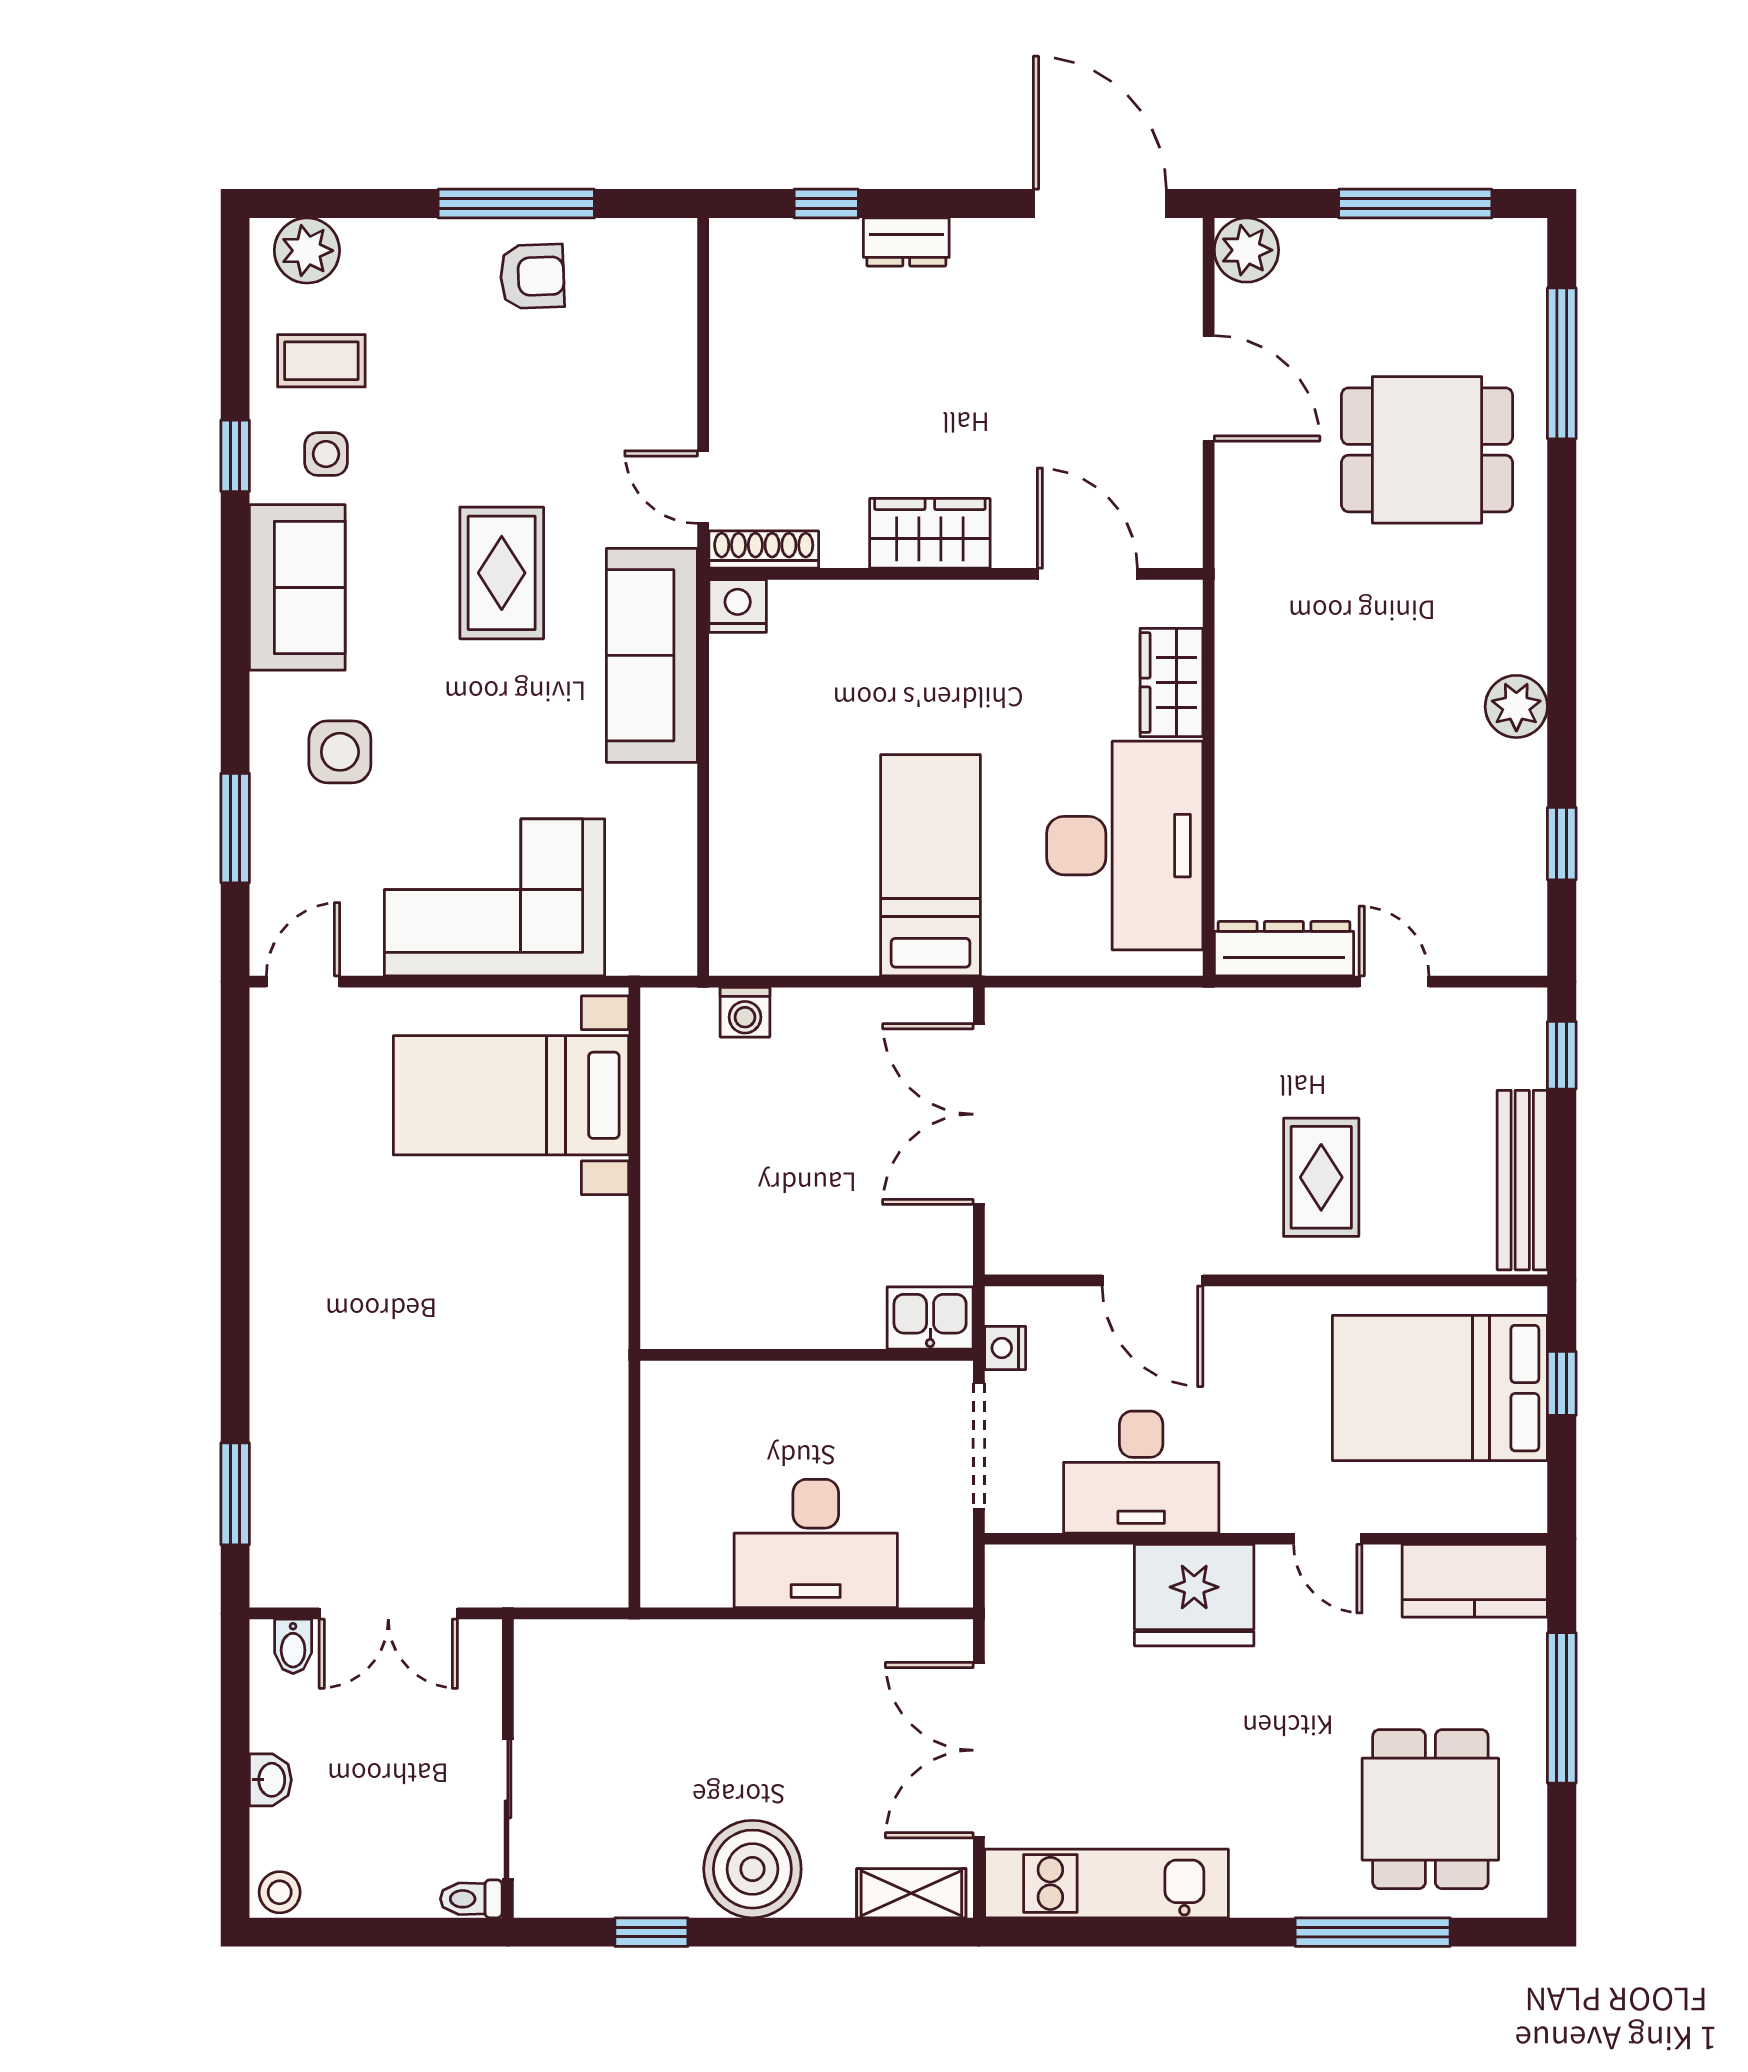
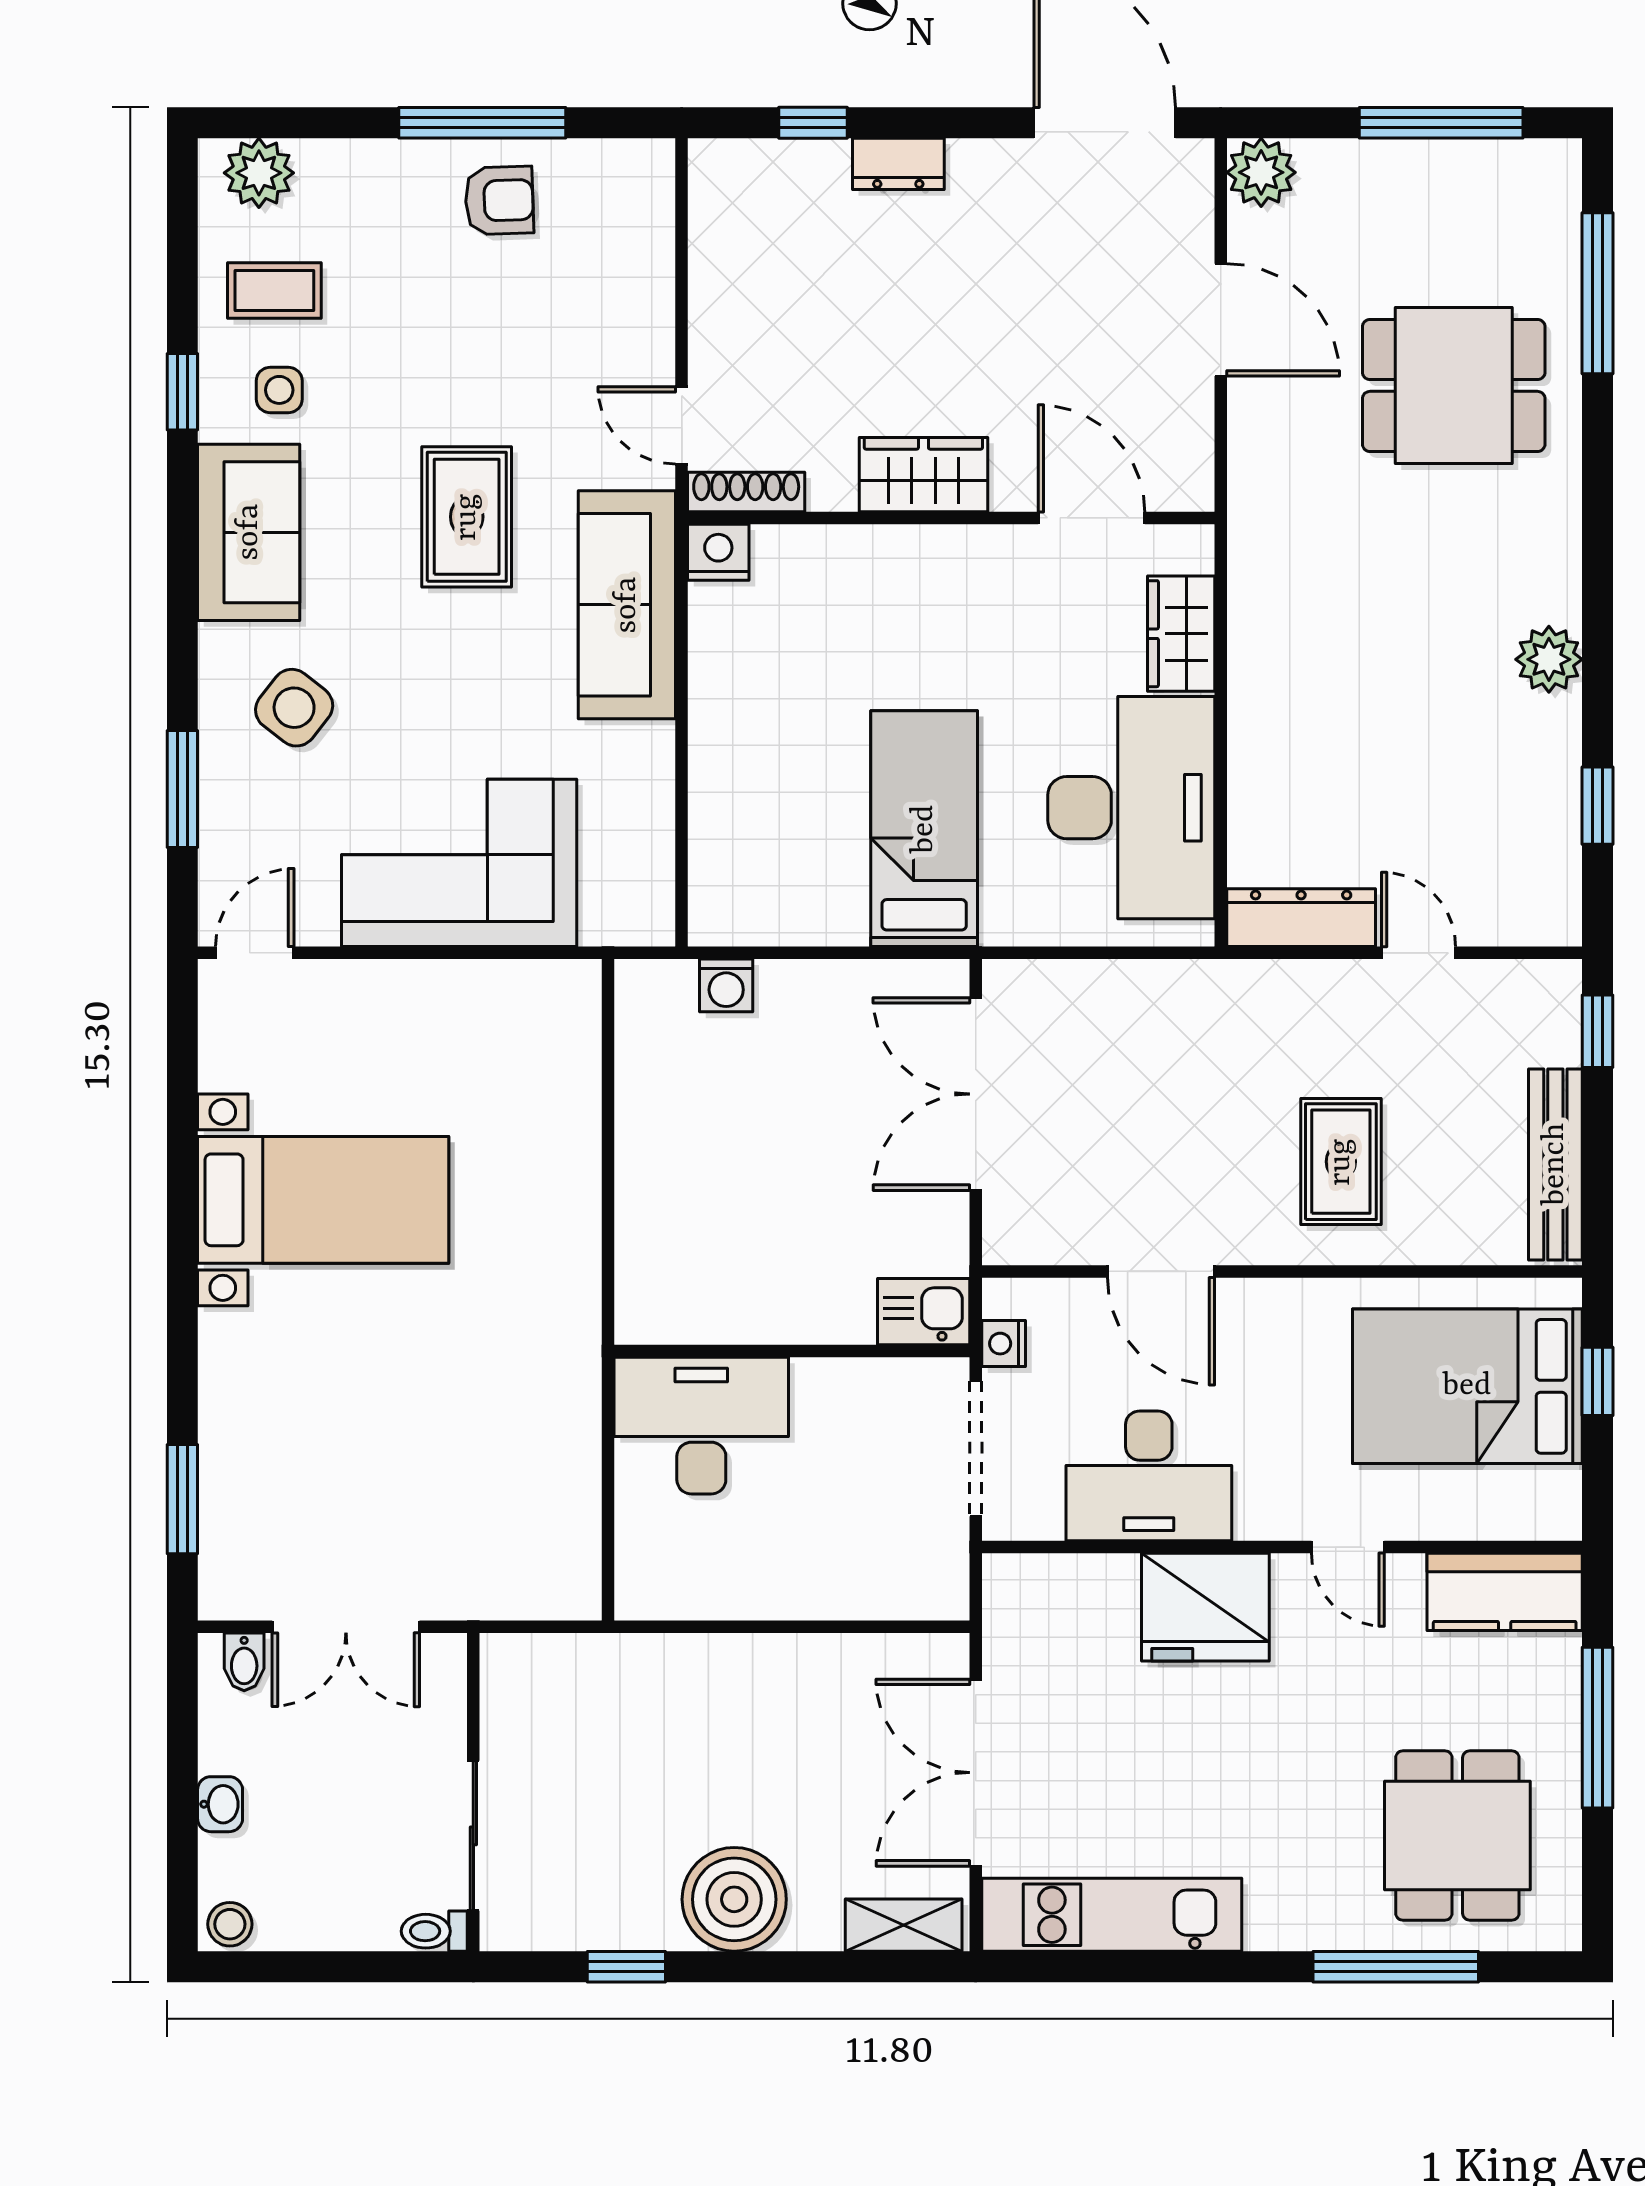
side table: (340, 752) -> (294, 708), turned 38
bed with nightstands: (511, 1095) -> (323, 1200), moved, turned 180
desk: (816, 1543) -> (701, 1426), moved, turned 180

